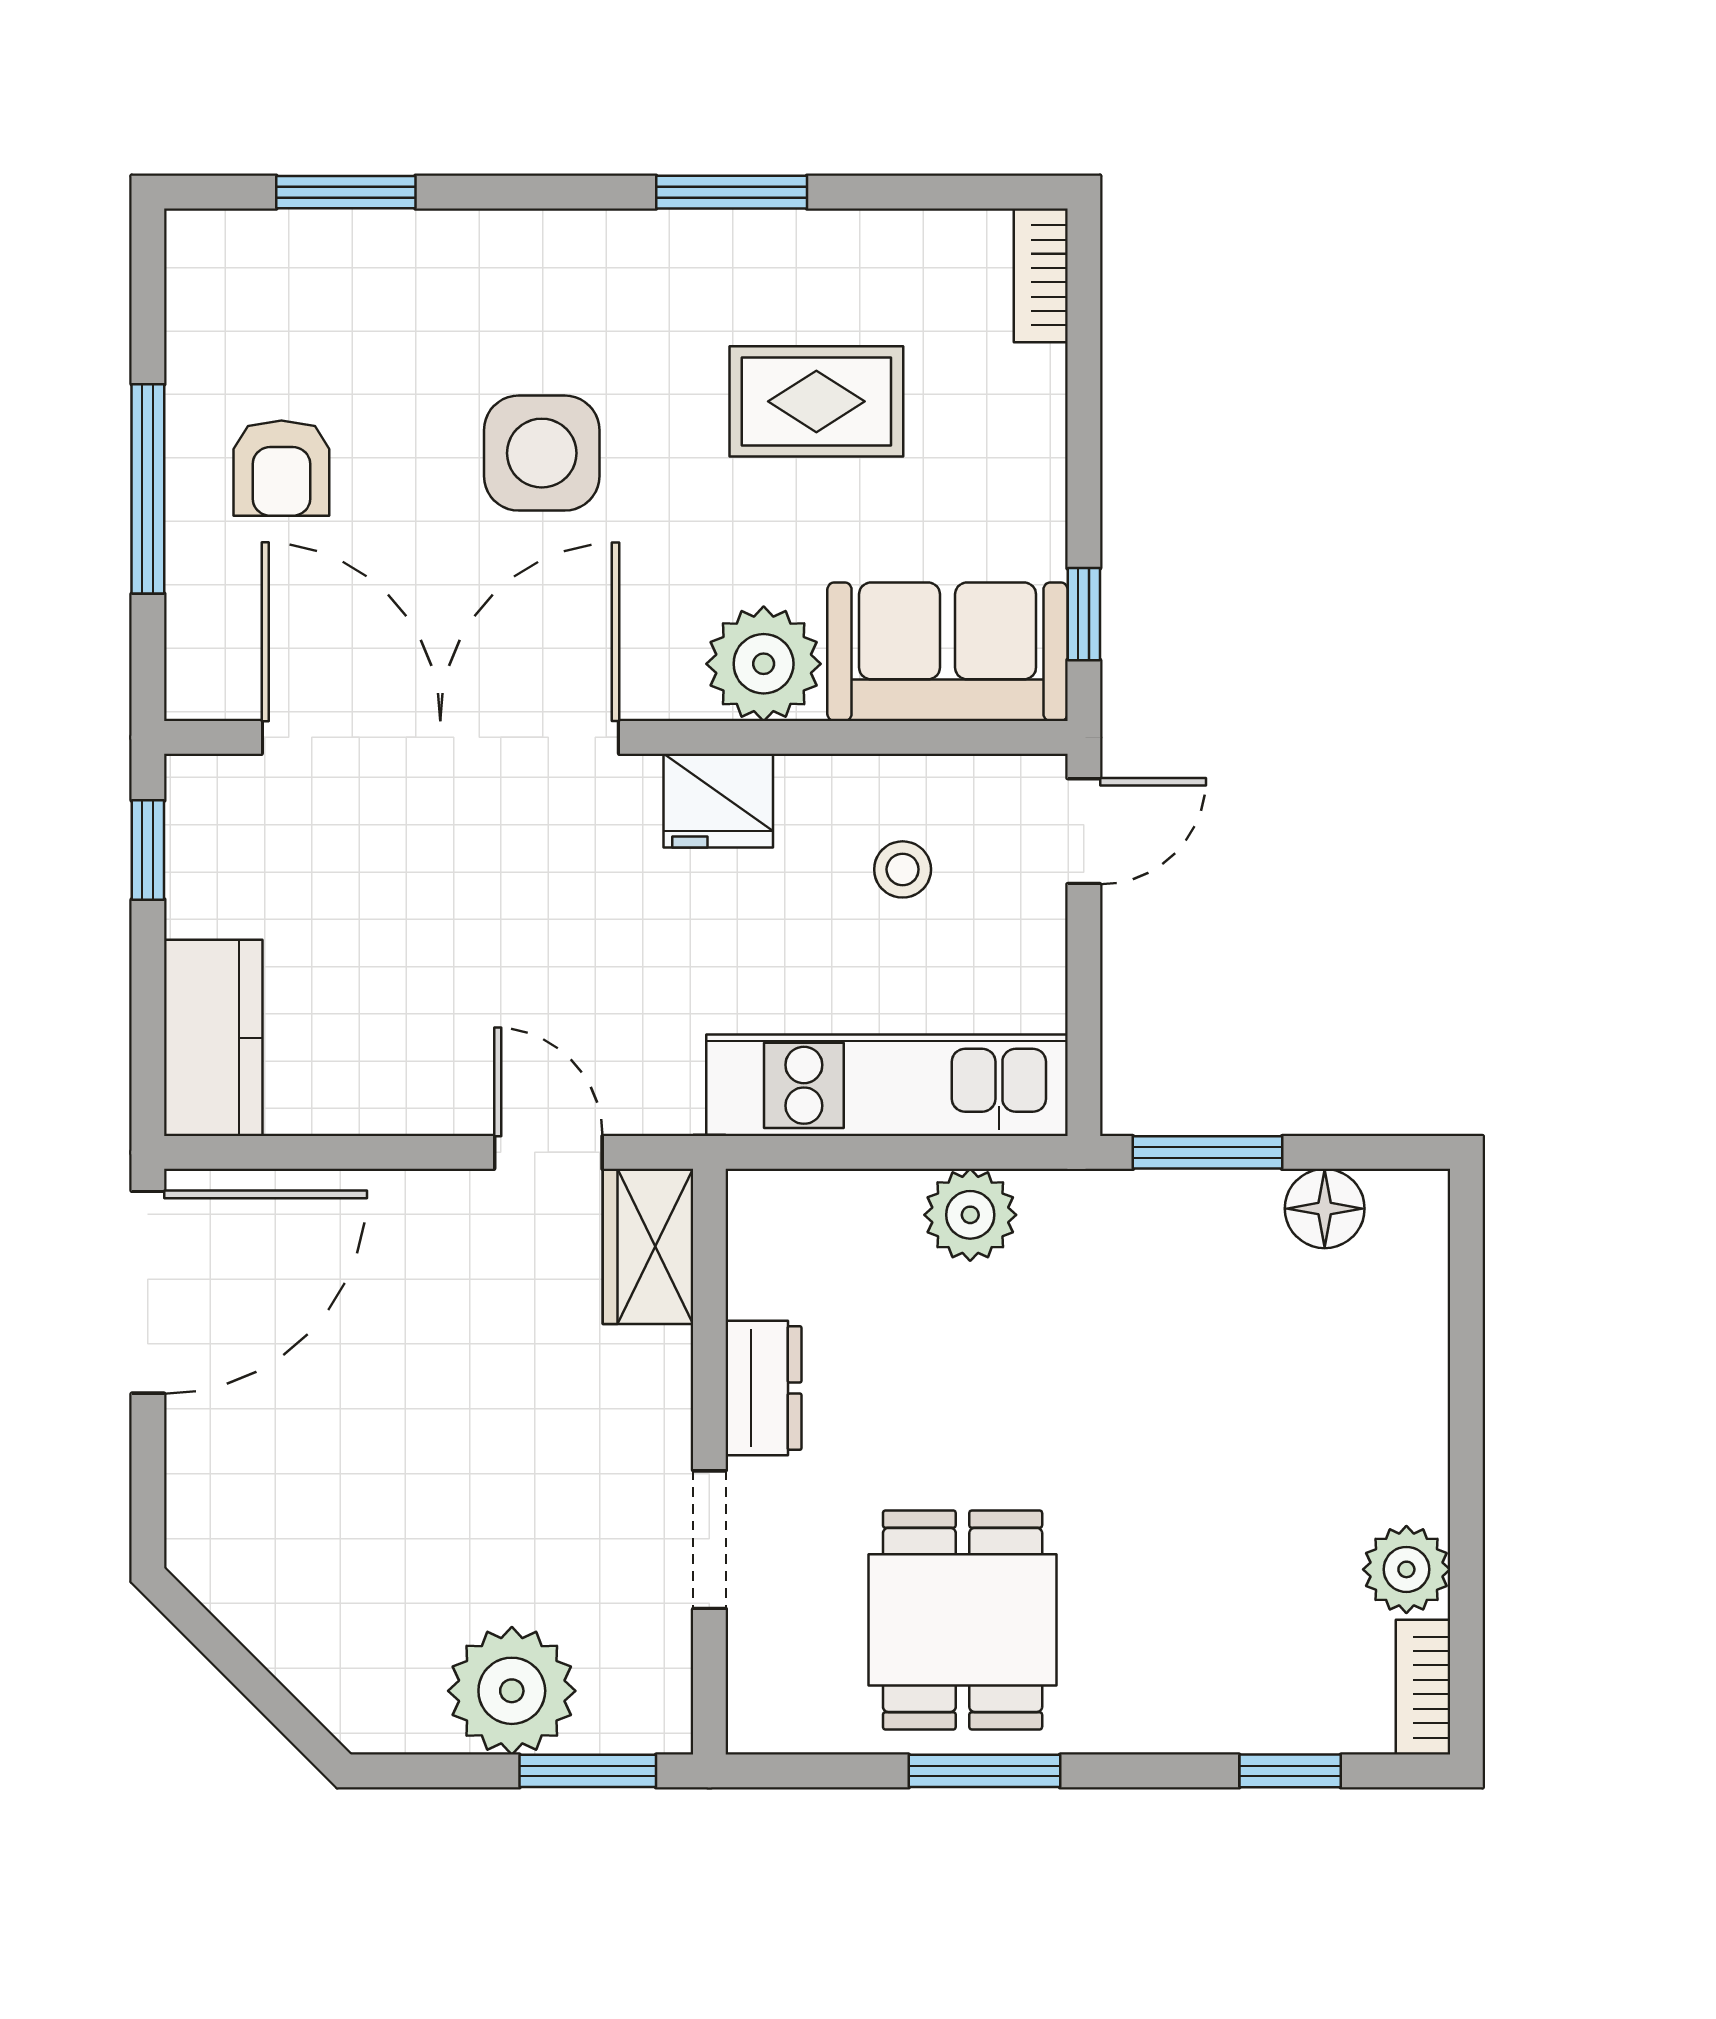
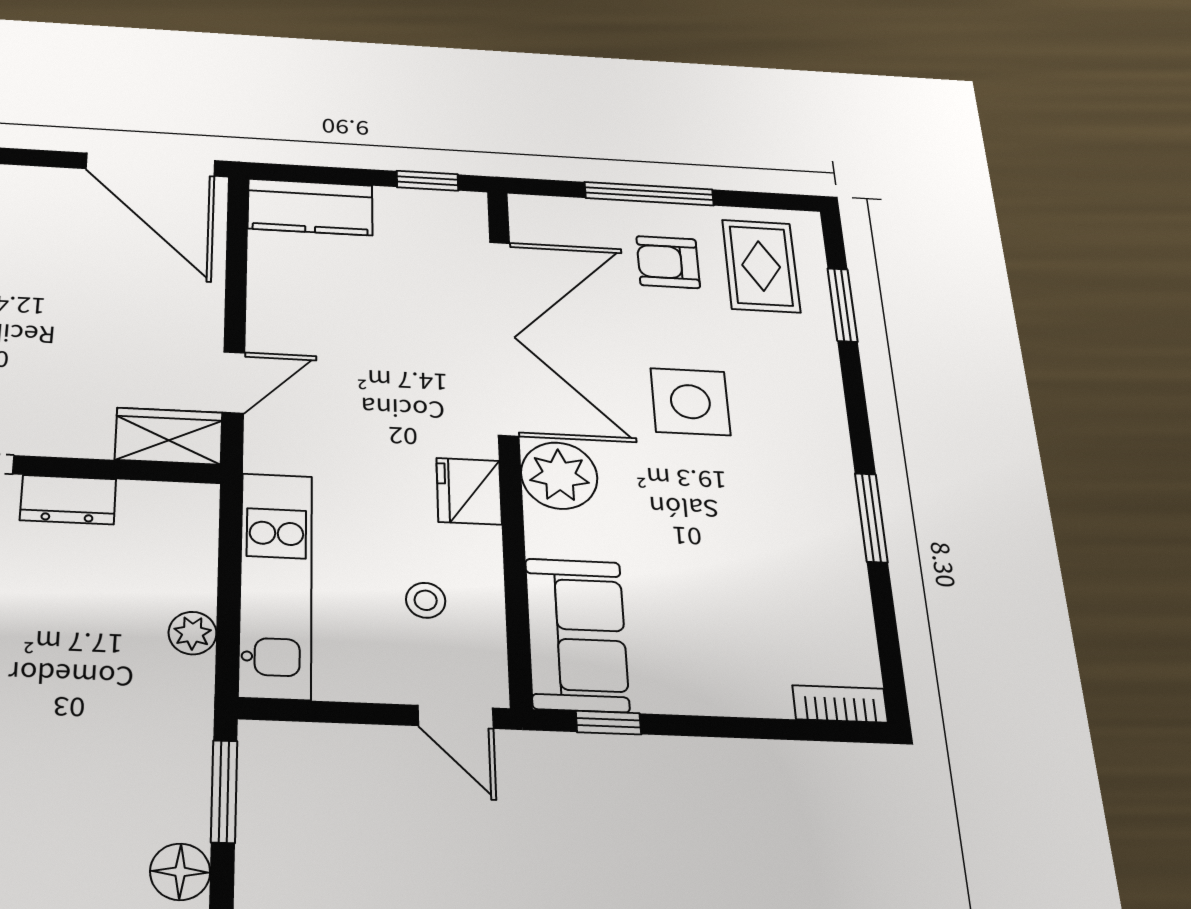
rug: (816, 401) -> (761, 266), moved
plant: (764, 664) -> (559, 476), moved
plant: (970, 1215) -> (192, 633), width x0.73, depth x0.73

